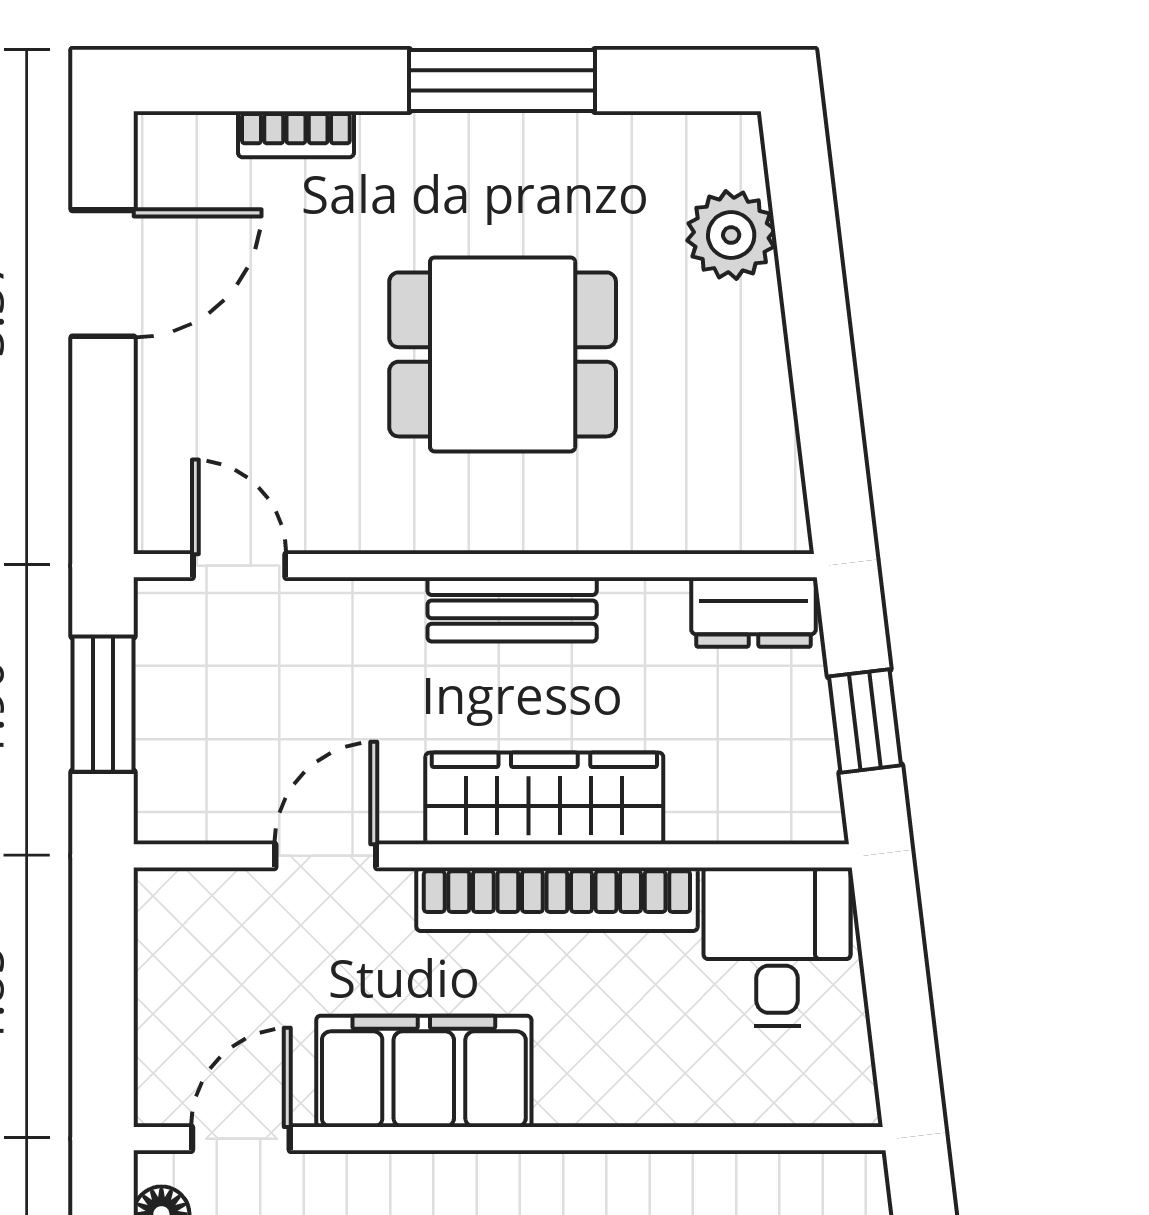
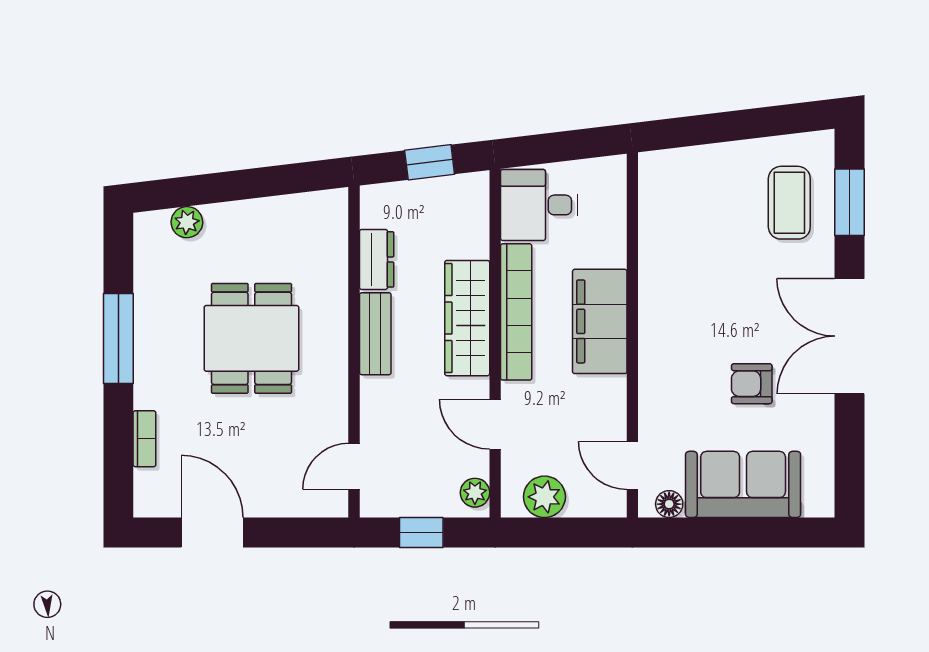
plant: (731, 235) -> (187, 222), width x0.73, depth x0.73
dresser: (753, 612) -> (377, 259), moved
window: (103, 704) -> (421, 532), width x0.67
plant: (185, 814) -> (475, 493), added
plant: (176, 958) -> (544, 497), added
filing cabinet: (424, 1071) -> (600, 321), moved

